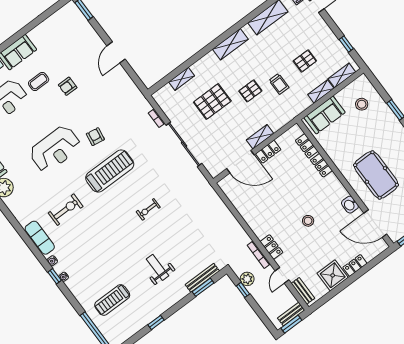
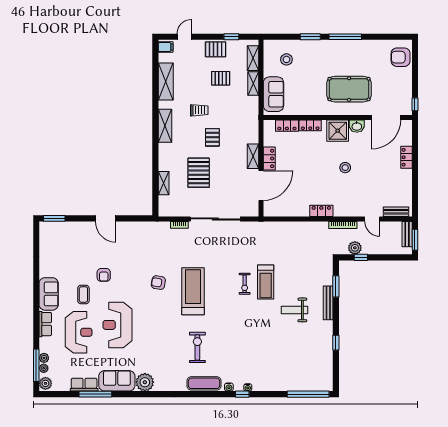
pallet: (326, 39) -> (216, 49), added
pallet: (305, 61) -> (221, 78), turned 90
trolley: (279, 84) -> (199, 110), moved
reception desk: (55, 149) -> (117, 325), moved, turned 180
locker: (271, 247) -> (321, 211), moved
shower: (333, 275) -> (338, 131), moved
bench: (202, 278) -> (328, 303), moved
treadmill: (112, 300) -> (266, 282), moved

